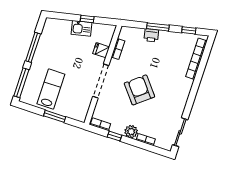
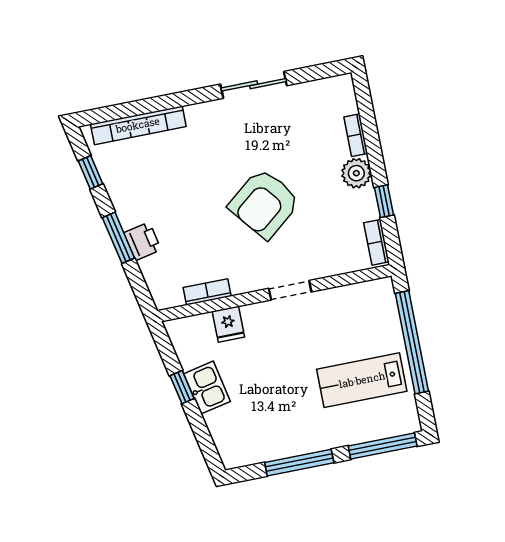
doorway: (101, 81) -> (290, 290), width x0.53
window: (55, 116) -> (412, 342), width x2.11
sliding door: (180, 132) -> (254, 85), moved

